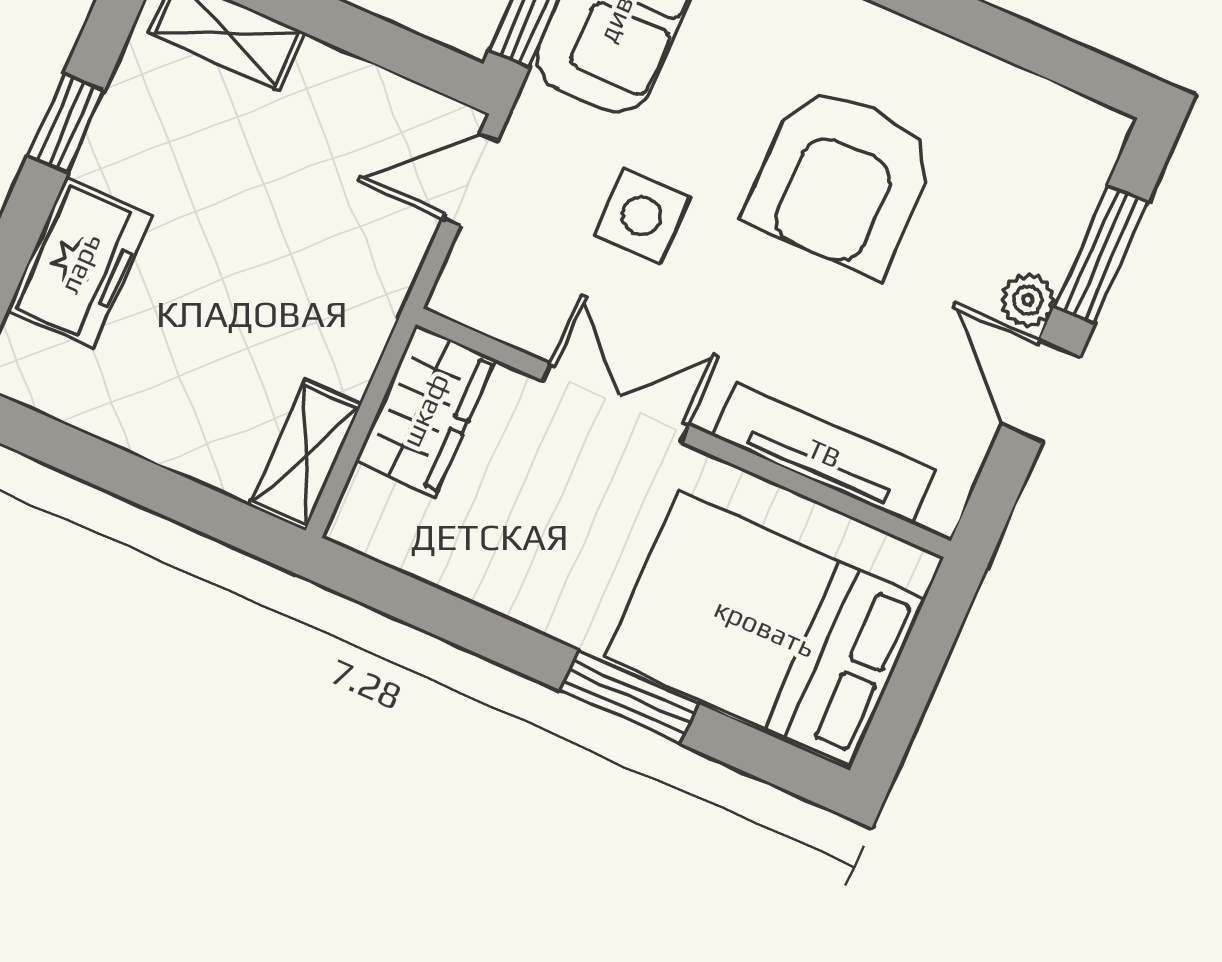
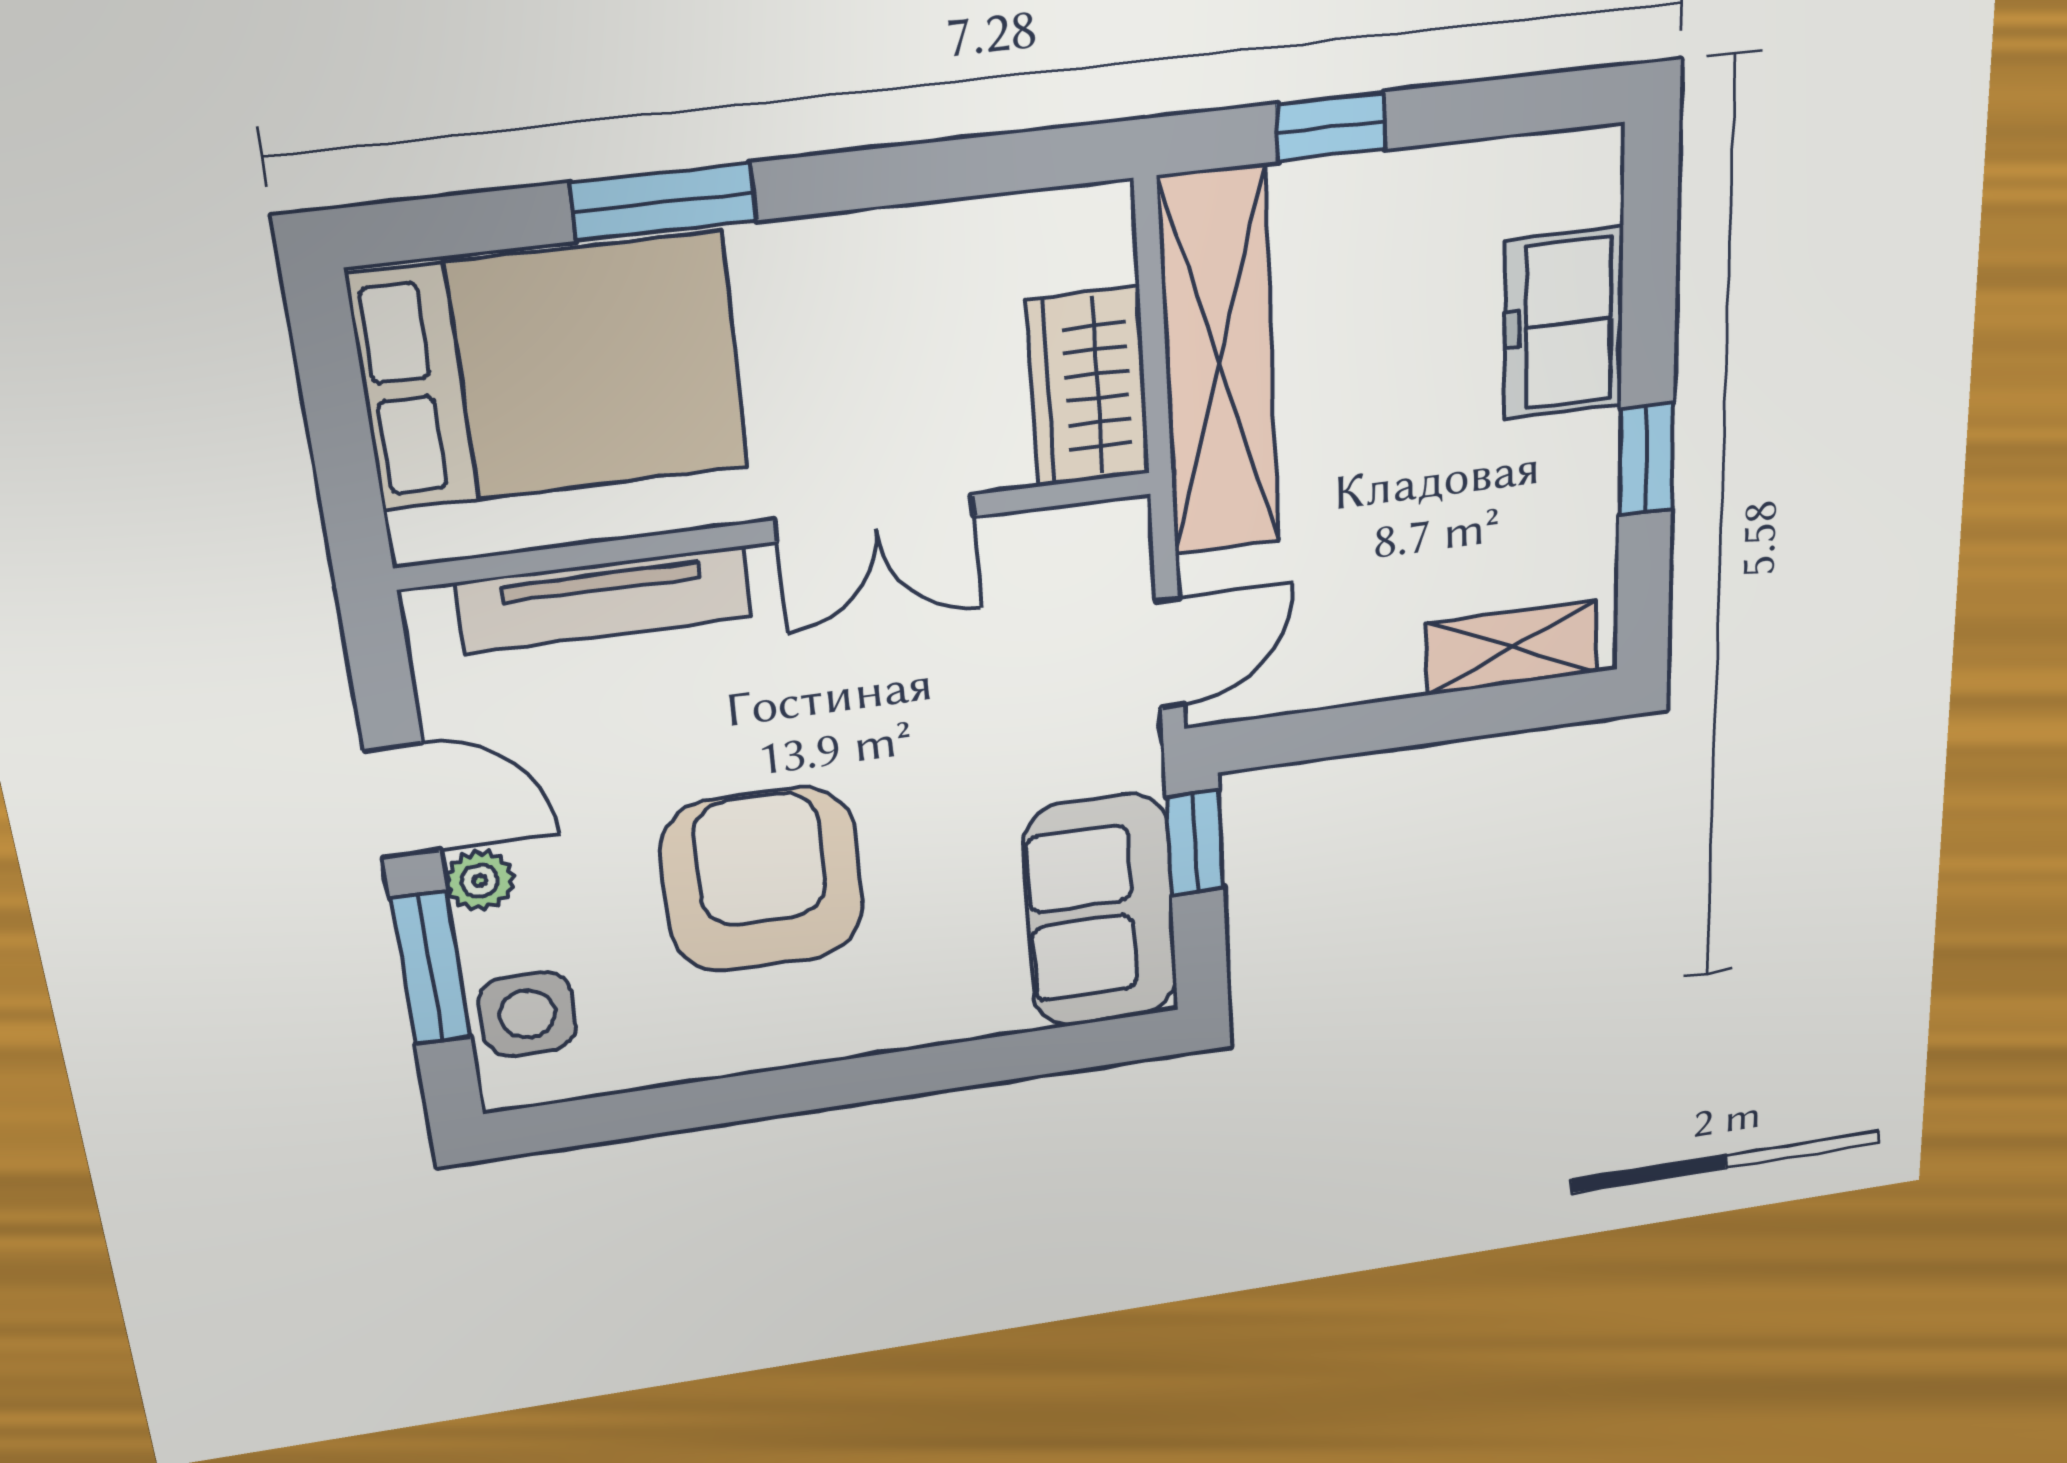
side table: (642, 216) -> (527, 1014), moved
shelving: (305, 455) -> (1219, 363), width x2.20, depth x1.33
window: (175, 496) -> (1331, 127), added

